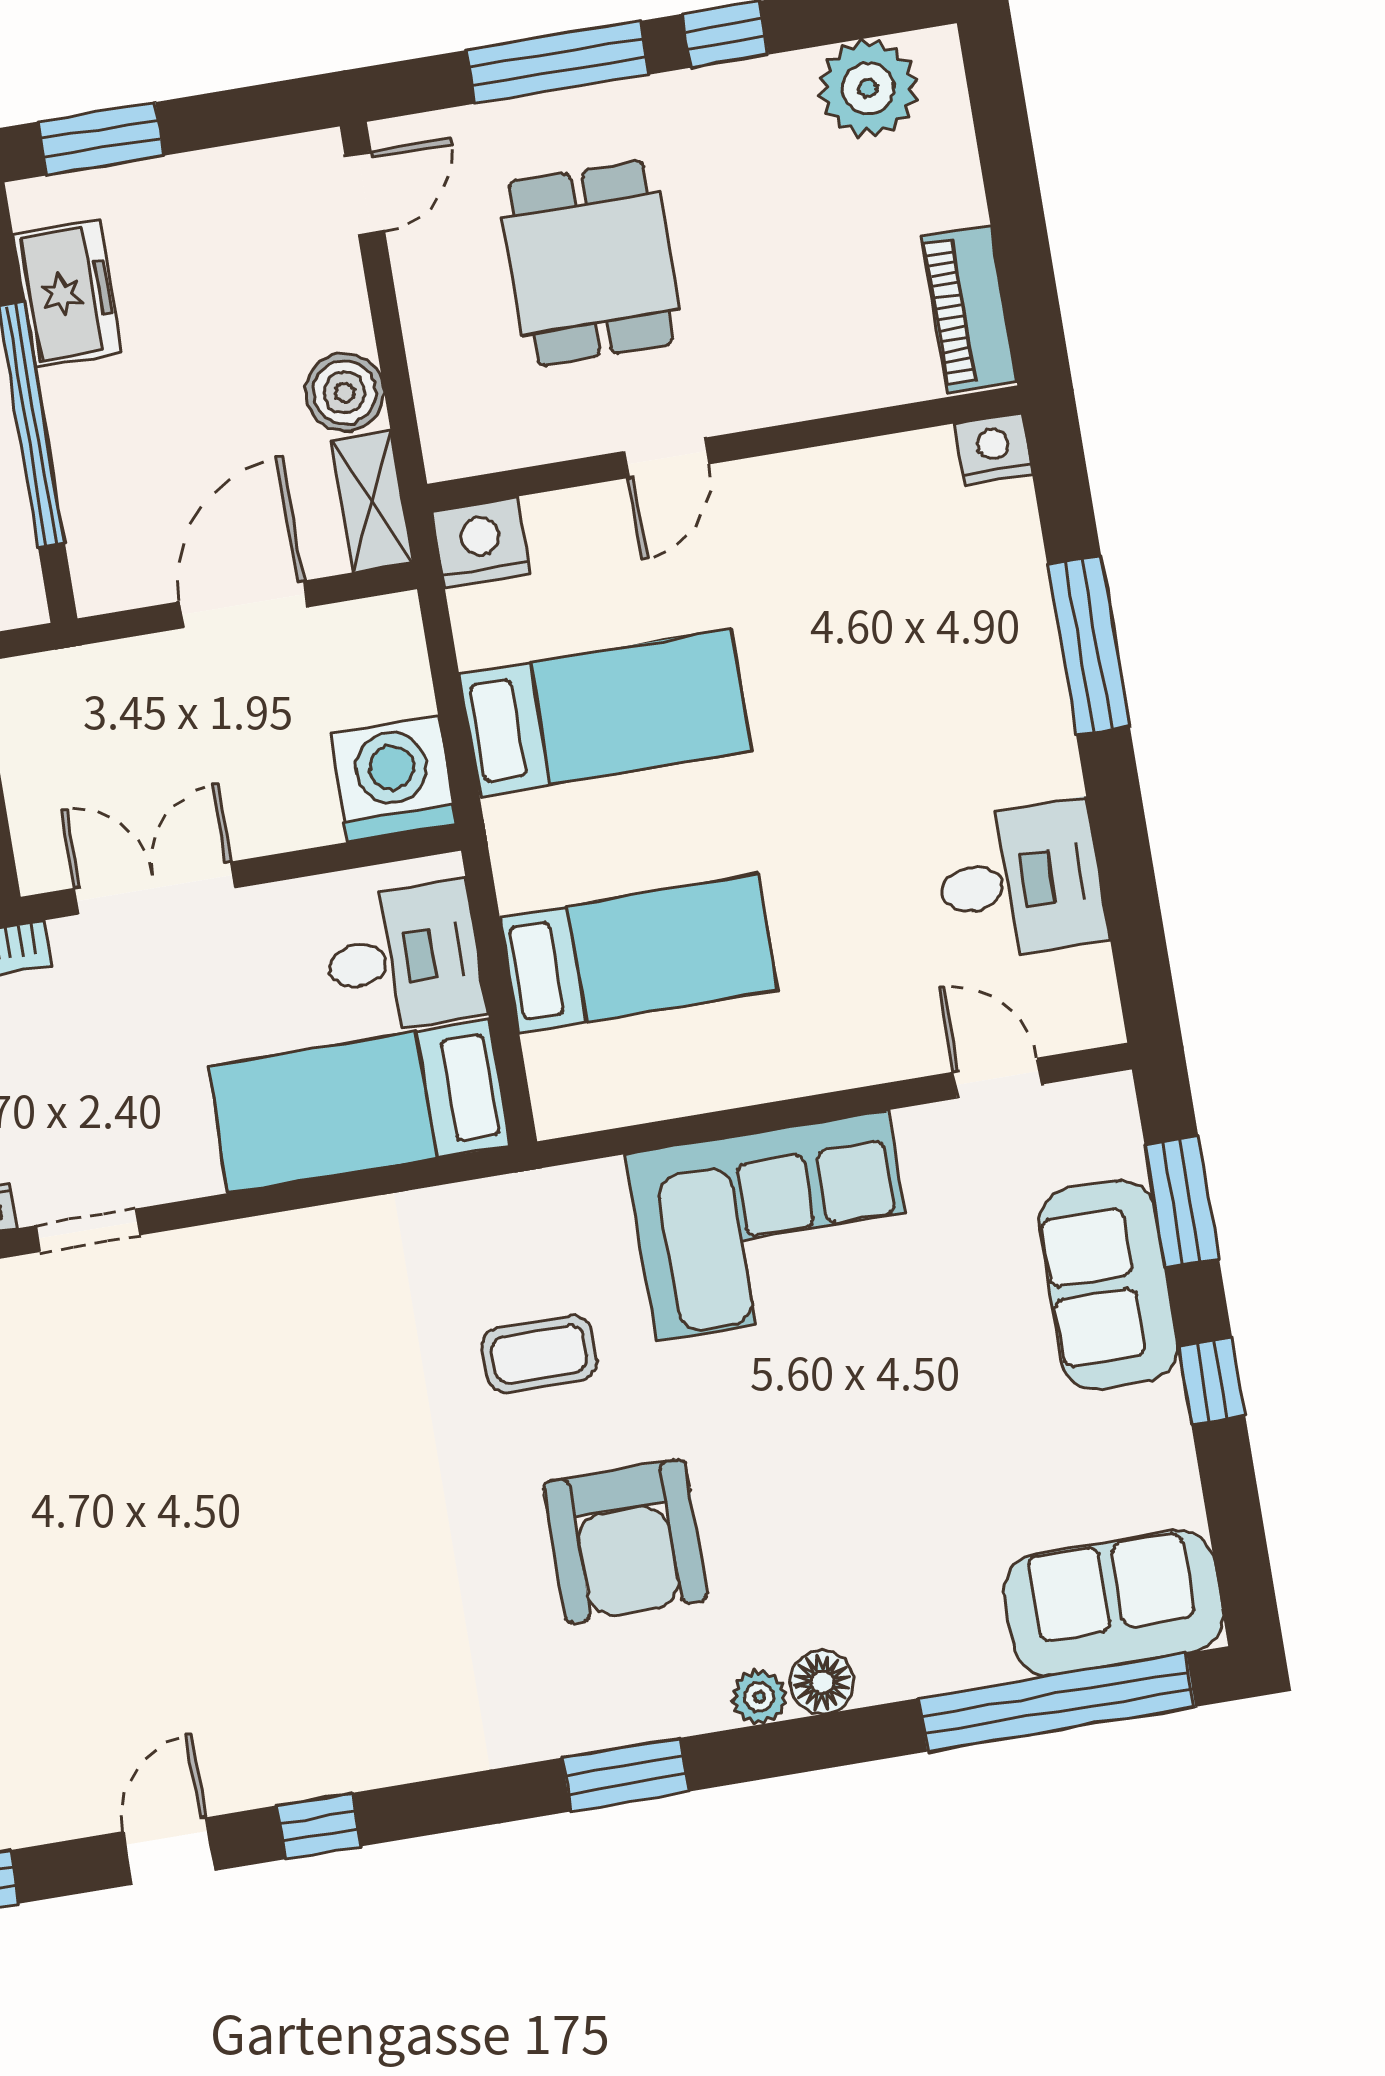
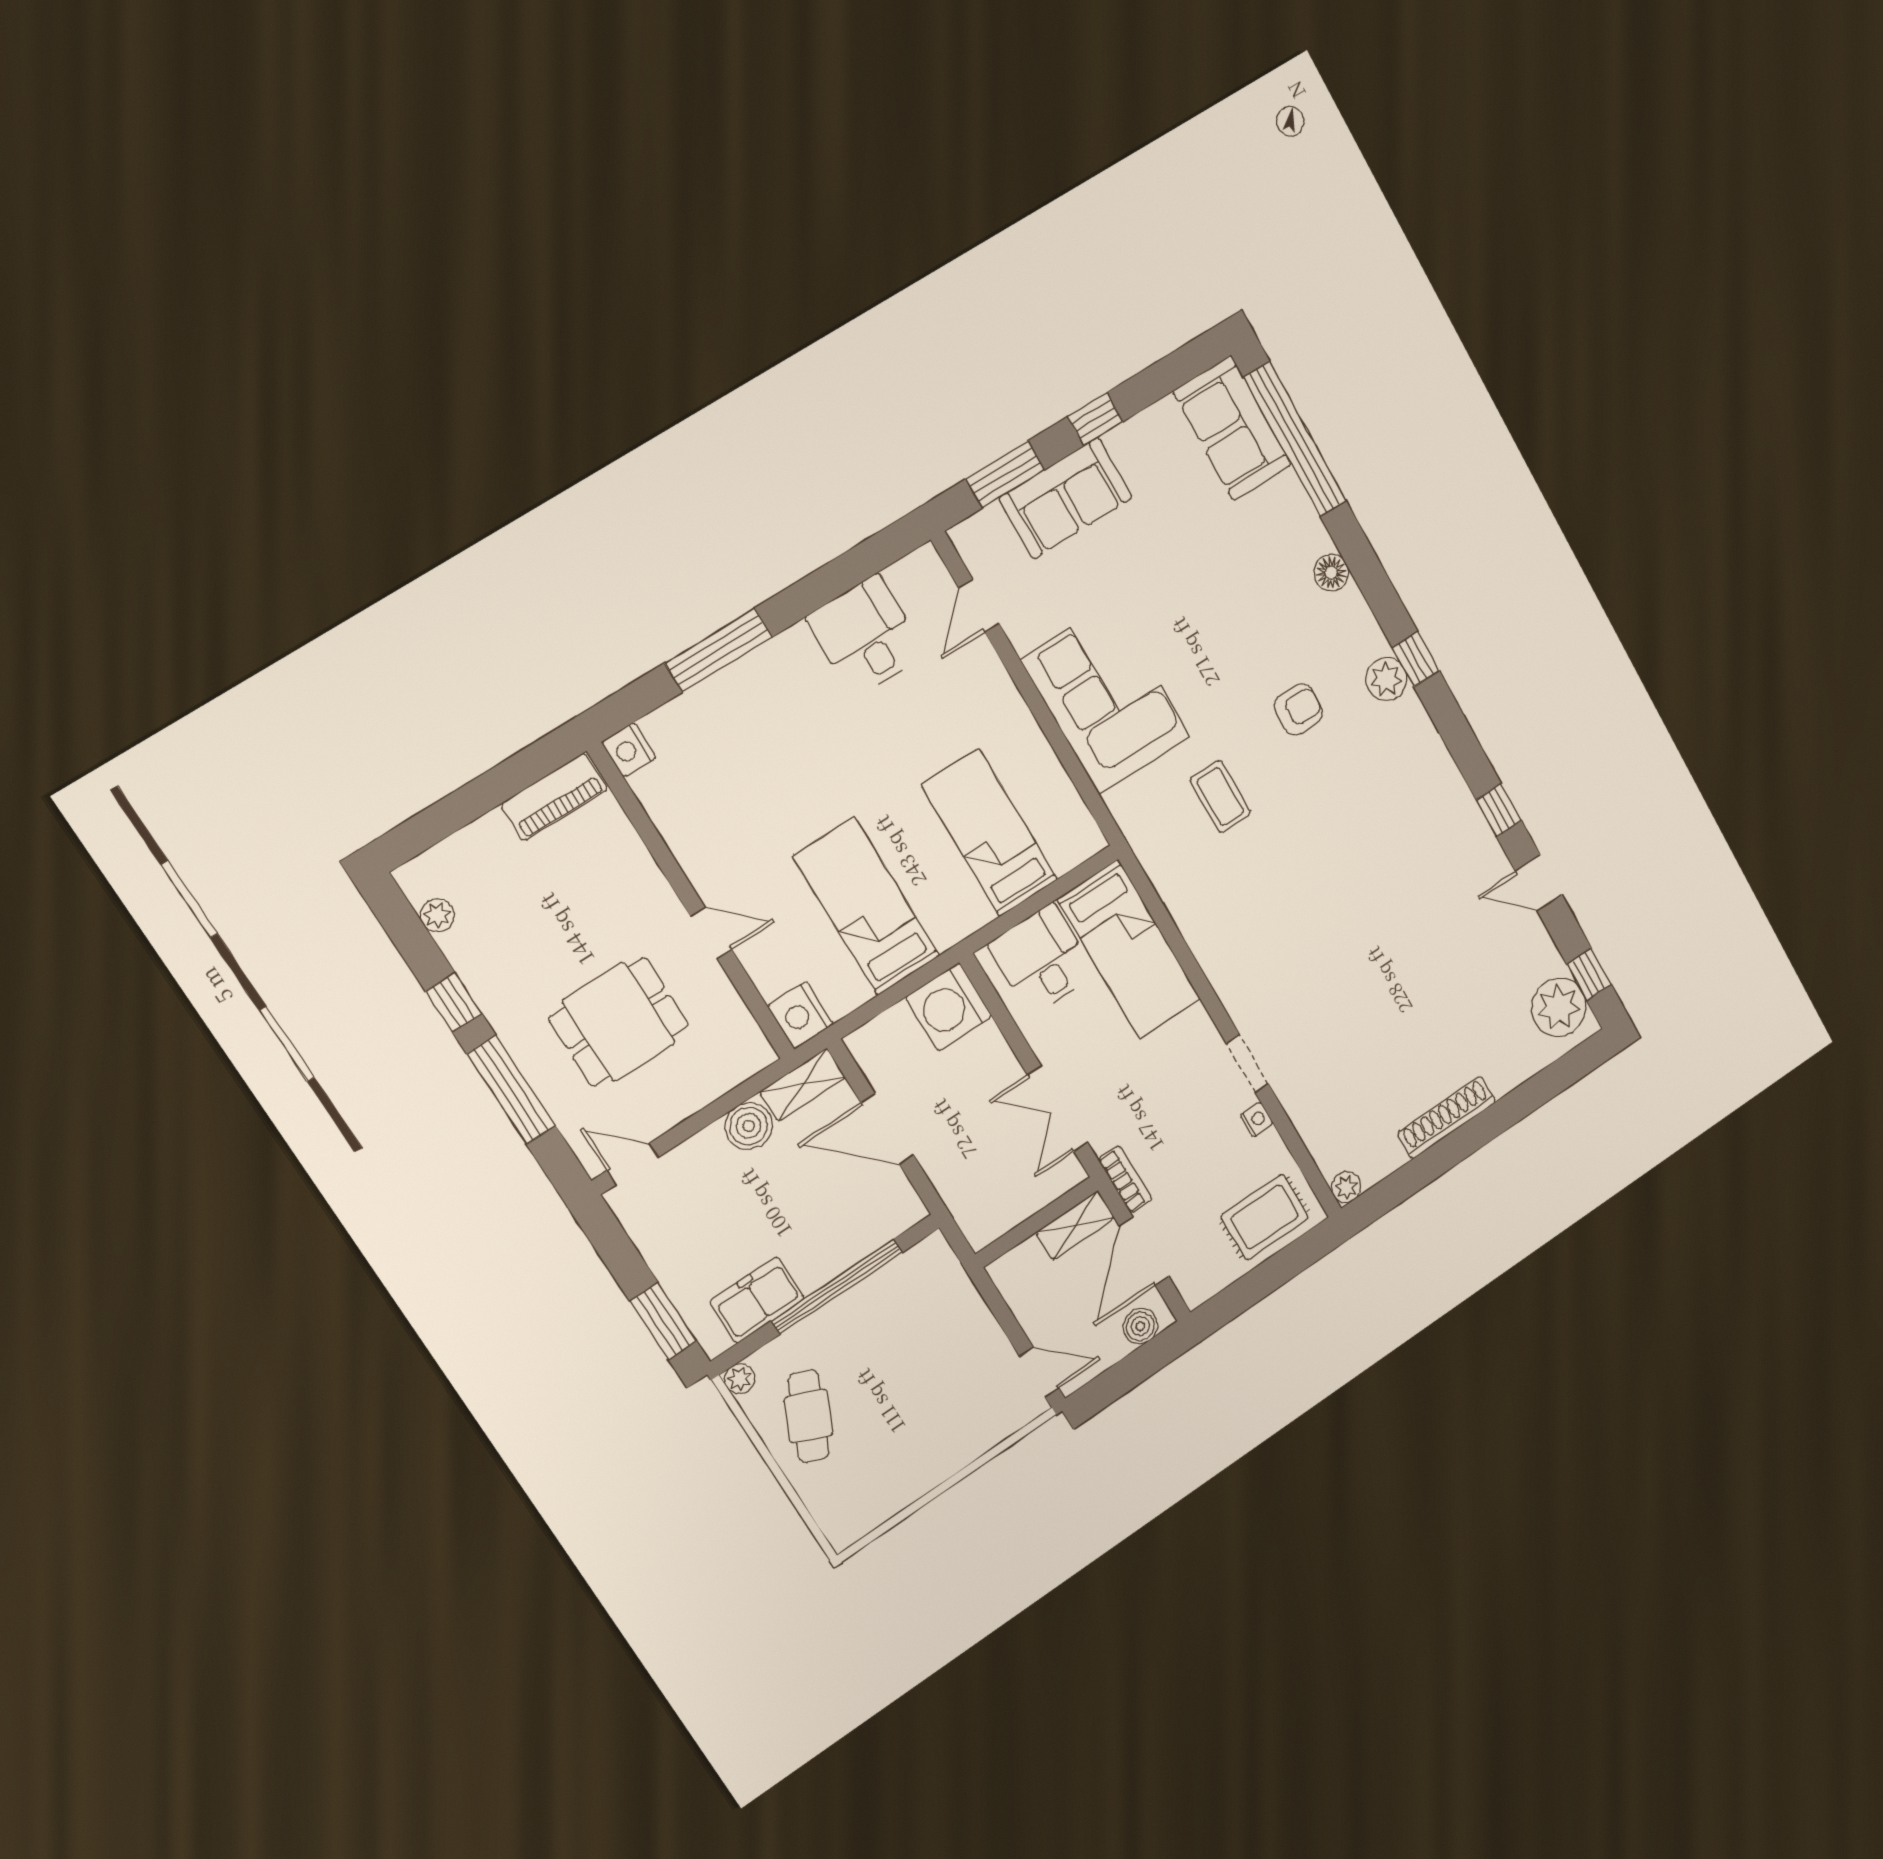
plant: (868, 88) -> (437, 915), width x0.53, depth x0.53
armchair: (625, 1541) -> (1299, 709), width x0.53, depth x0.53
plant: (759, 1697) -> (1386, 679), moved, width x1.38, depth x1.38
window: (625, 1775) -> (1416, 659), width x0.67

